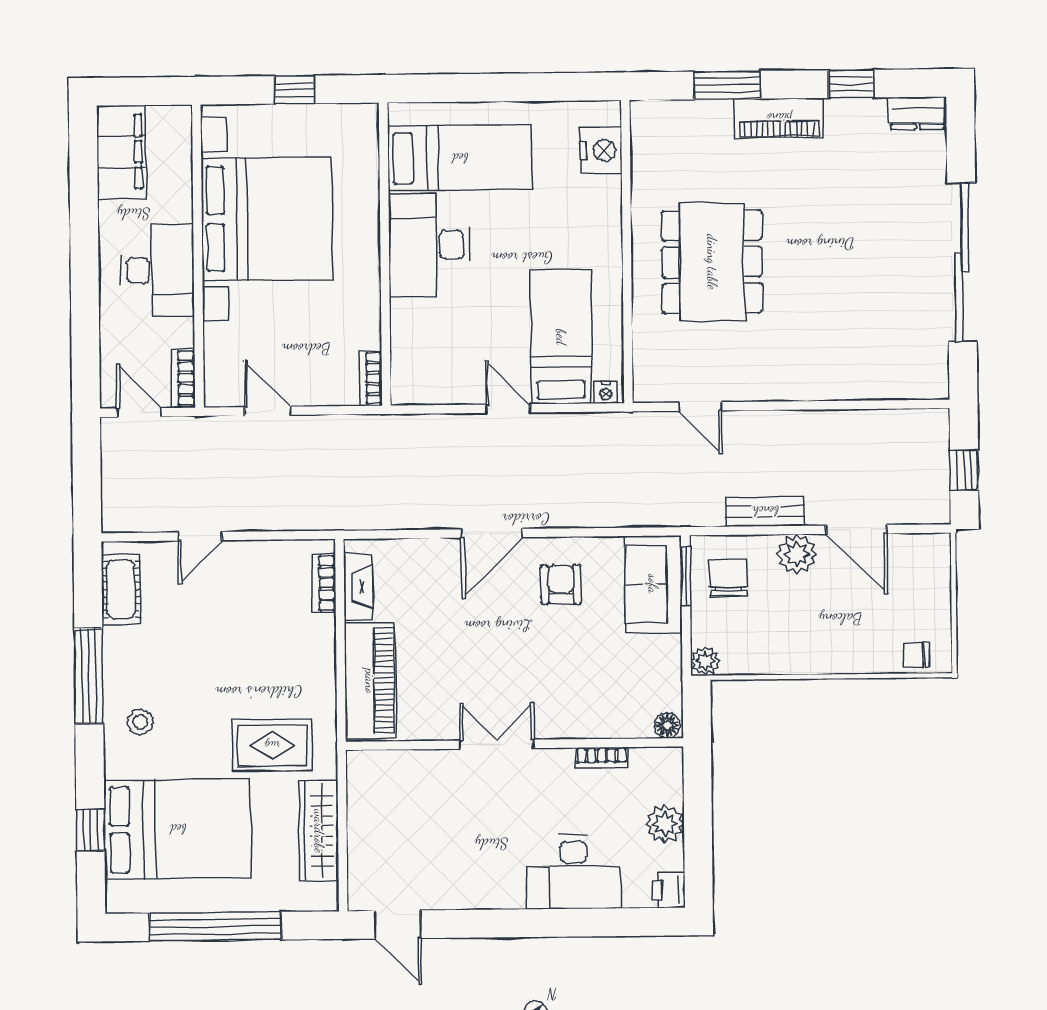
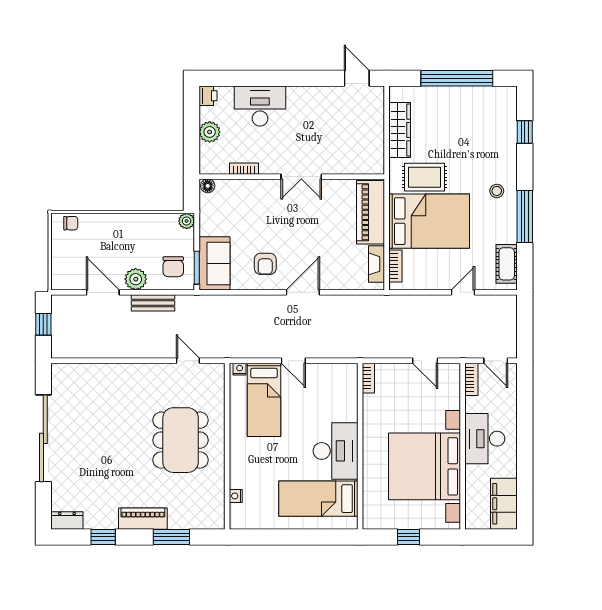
nightstand: (601, 150) -> (236, 496), width x0.53, depth x0.56
bed: (178, 829) -> (429, 221), moved, turned 180

